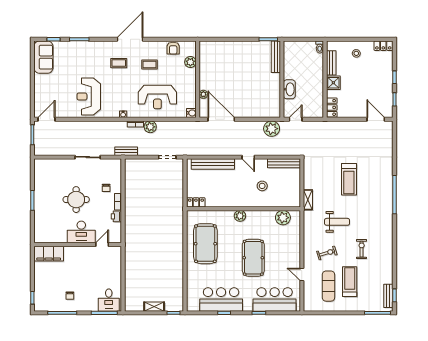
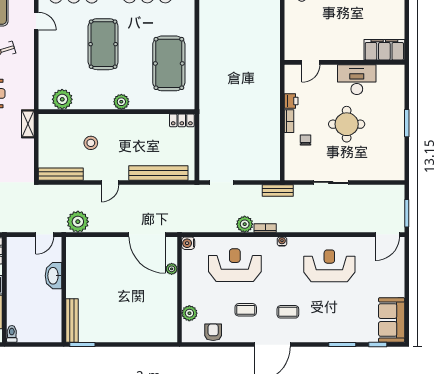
reception desk: (89, 97) -> (329, 266), turned -90
door: (248, 157) -> (110, 182), swing flipped
desk: (81, 232) -> (357, 80), moved

